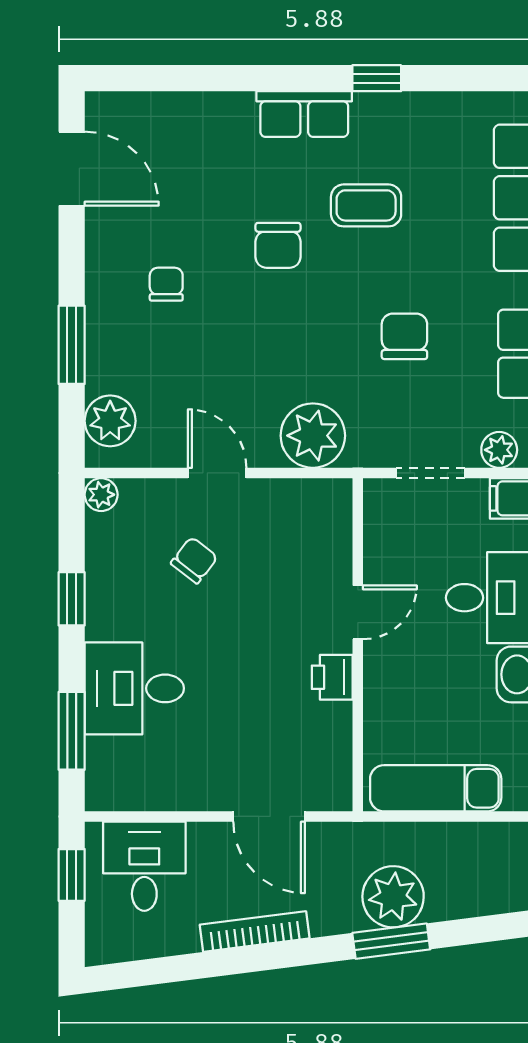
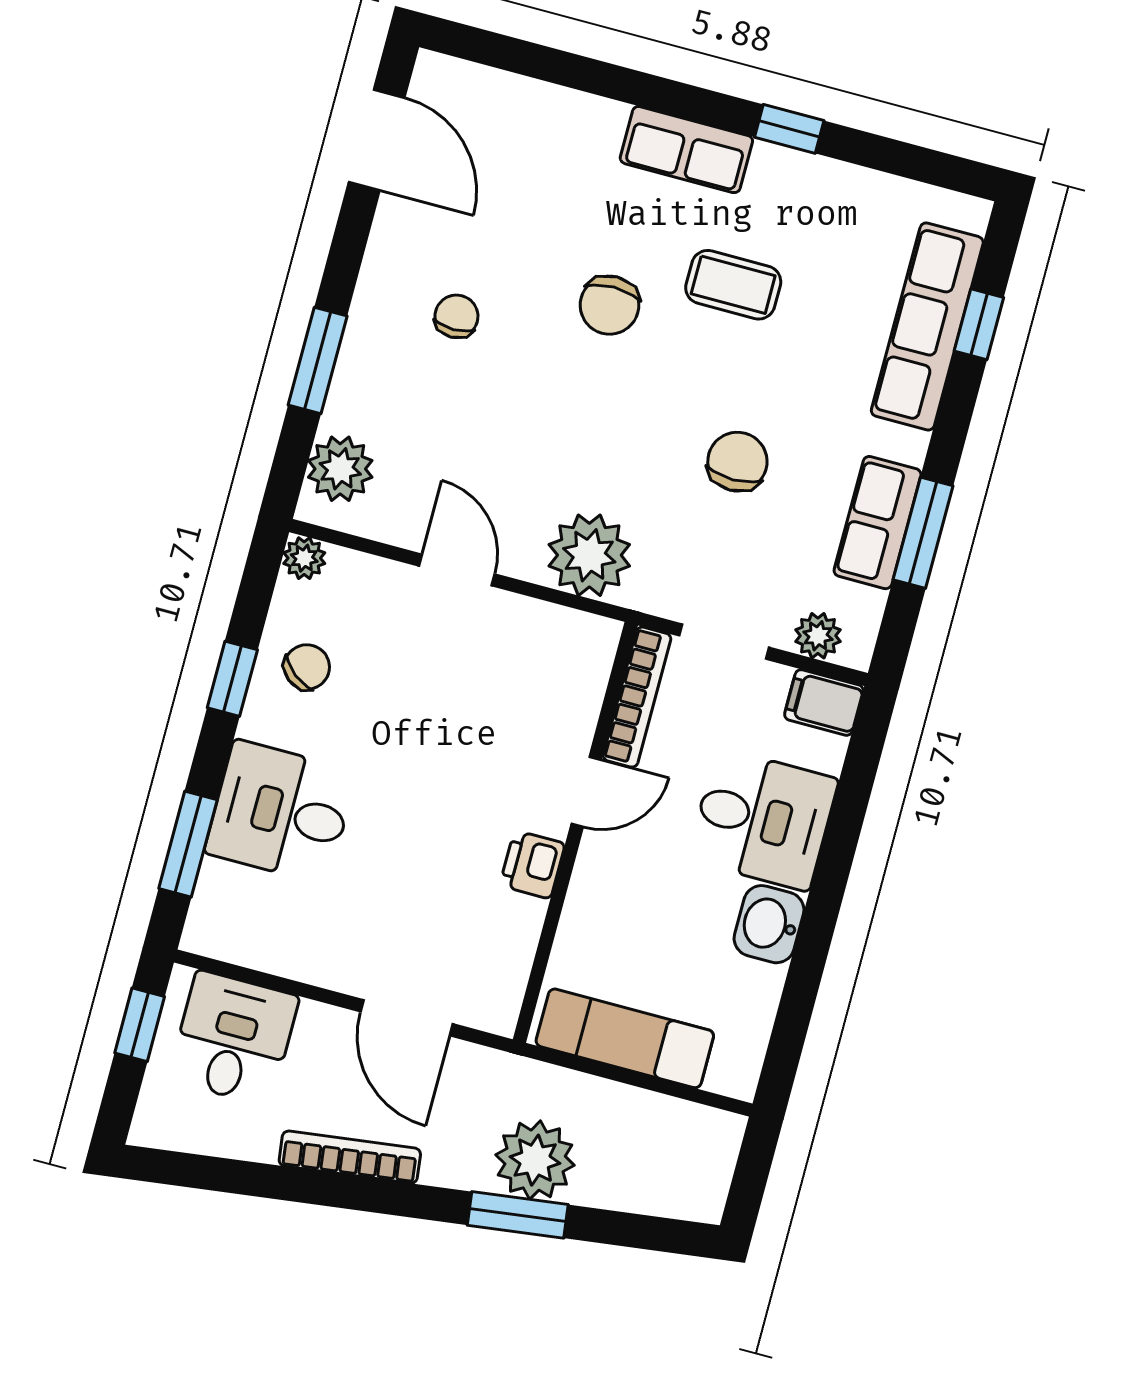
bookcase: (377, 532) -> (637, 697), added
chair: (194, 560) -> (307, 667), moved

